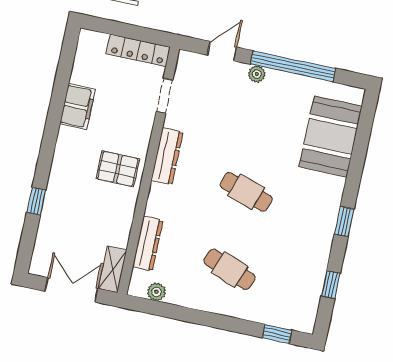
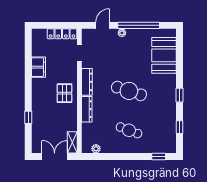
pallet: (118, 169) -> (64, 93), turned 90
cafe table: (246, 192) -> (129, 91), width x1.37, depth x1.35
dresser: (148, 244) -> (87, 109), moved

